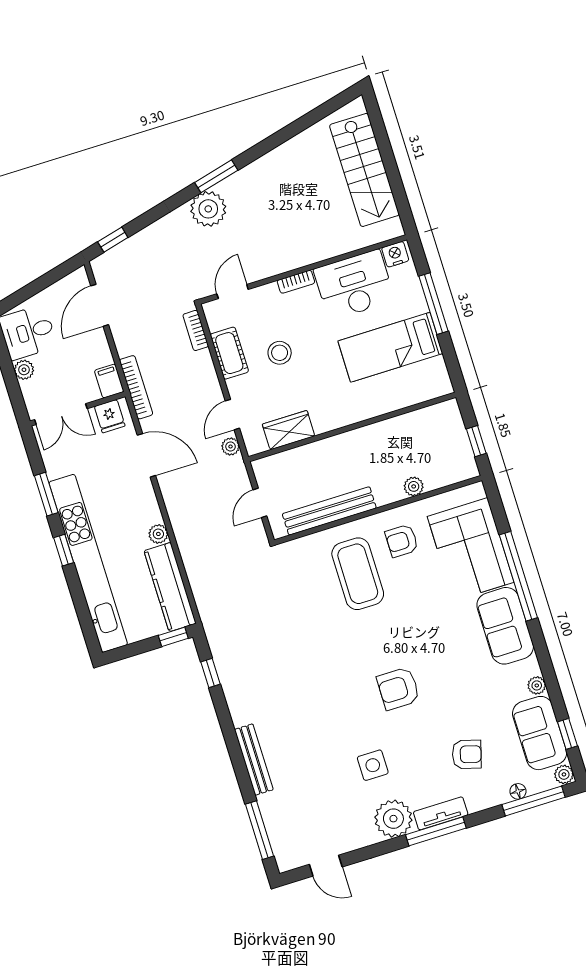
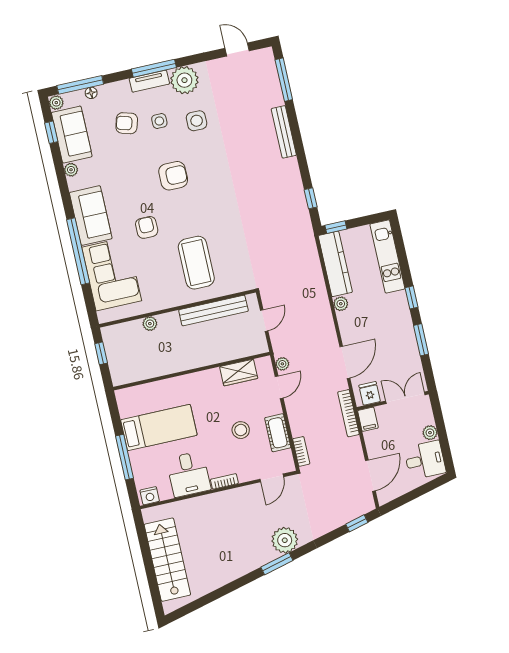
desk: (354, 285) -> (189, 474), width x0.73
door: (146, 455) -> (345, 362), swing flipped
armchair: (402, 541) -> (147, 227), moved, turned -90
kitchen unit: (88, 563) -> (387, 256), width x0.54
side table: (423, 761) -> (159, 121), added

